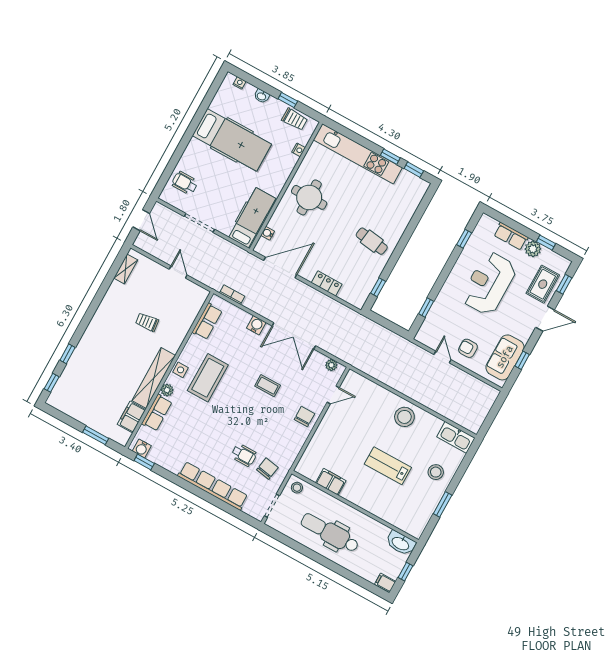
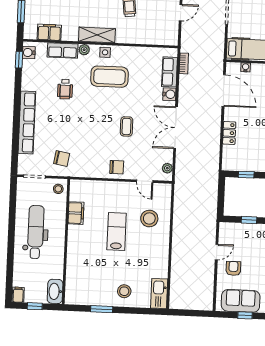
row of seats: (207, 321) -> (170, 72), moved, turned 90
shelving: (154, 378) -> (97, 35), width x0.68
stool: (404, 417) -> (149, 219), moved
wheelchair: (244, 455) -> (65, 89), moved
lab bench: (388, 466) -> (117, 232), moved

